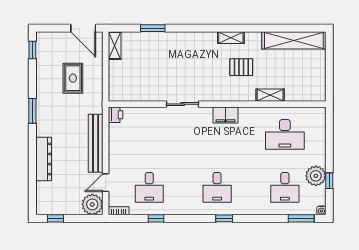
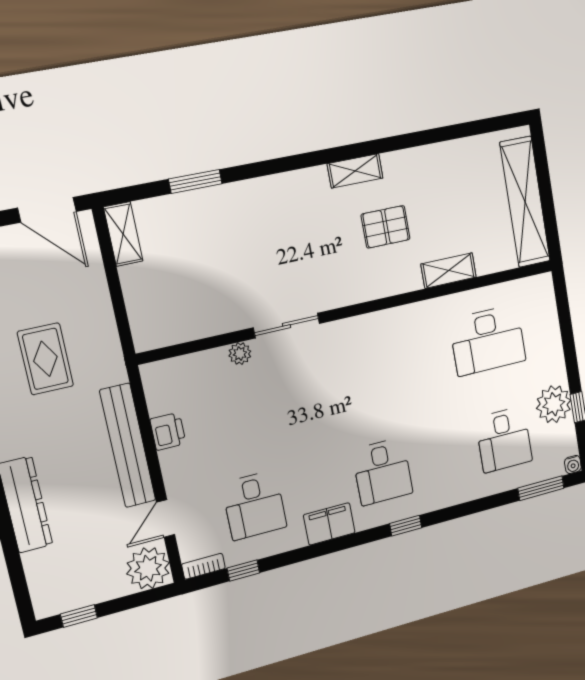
shelving: (294, 40) -> (525, 202), moved, turned 90
rug: (73, 78) -> (45, 359), moved
plant: (157, 112) -> (240, 354), added
printer: (116, 115) -> (168, 431), moved
filing cabinet: (225, 115) -> (329, 524), moved, turned 180
window: (156, 218) -> (243, 571), moved

